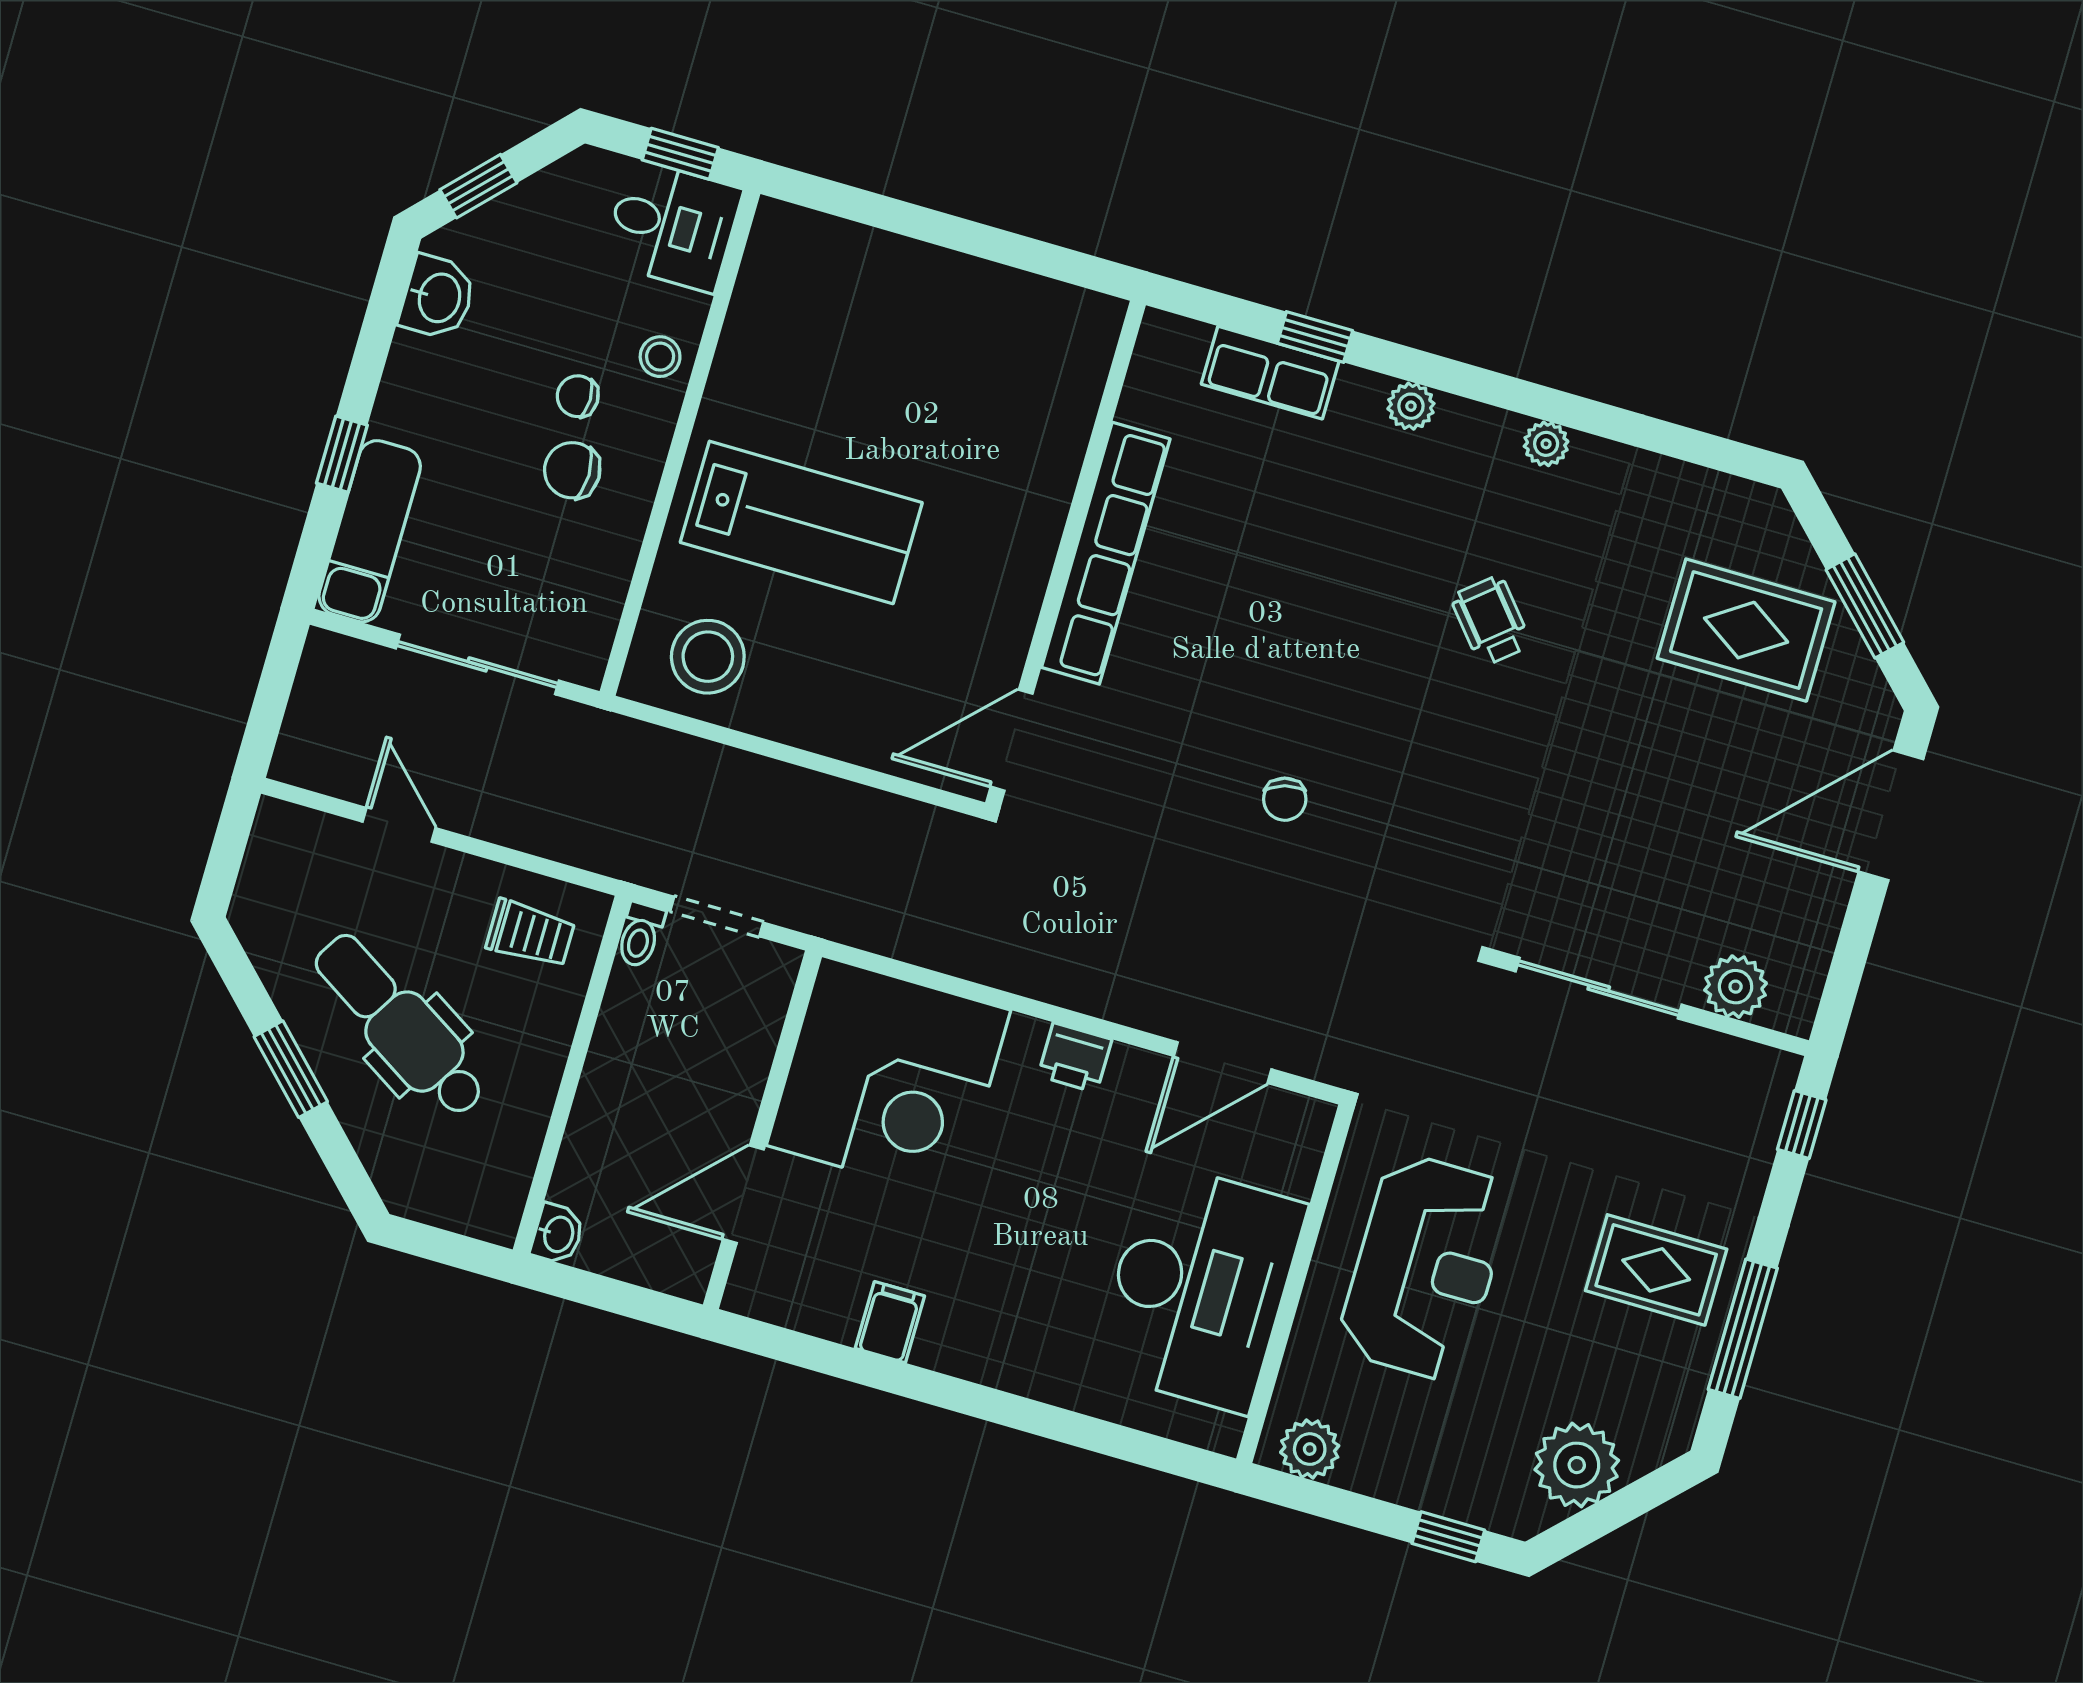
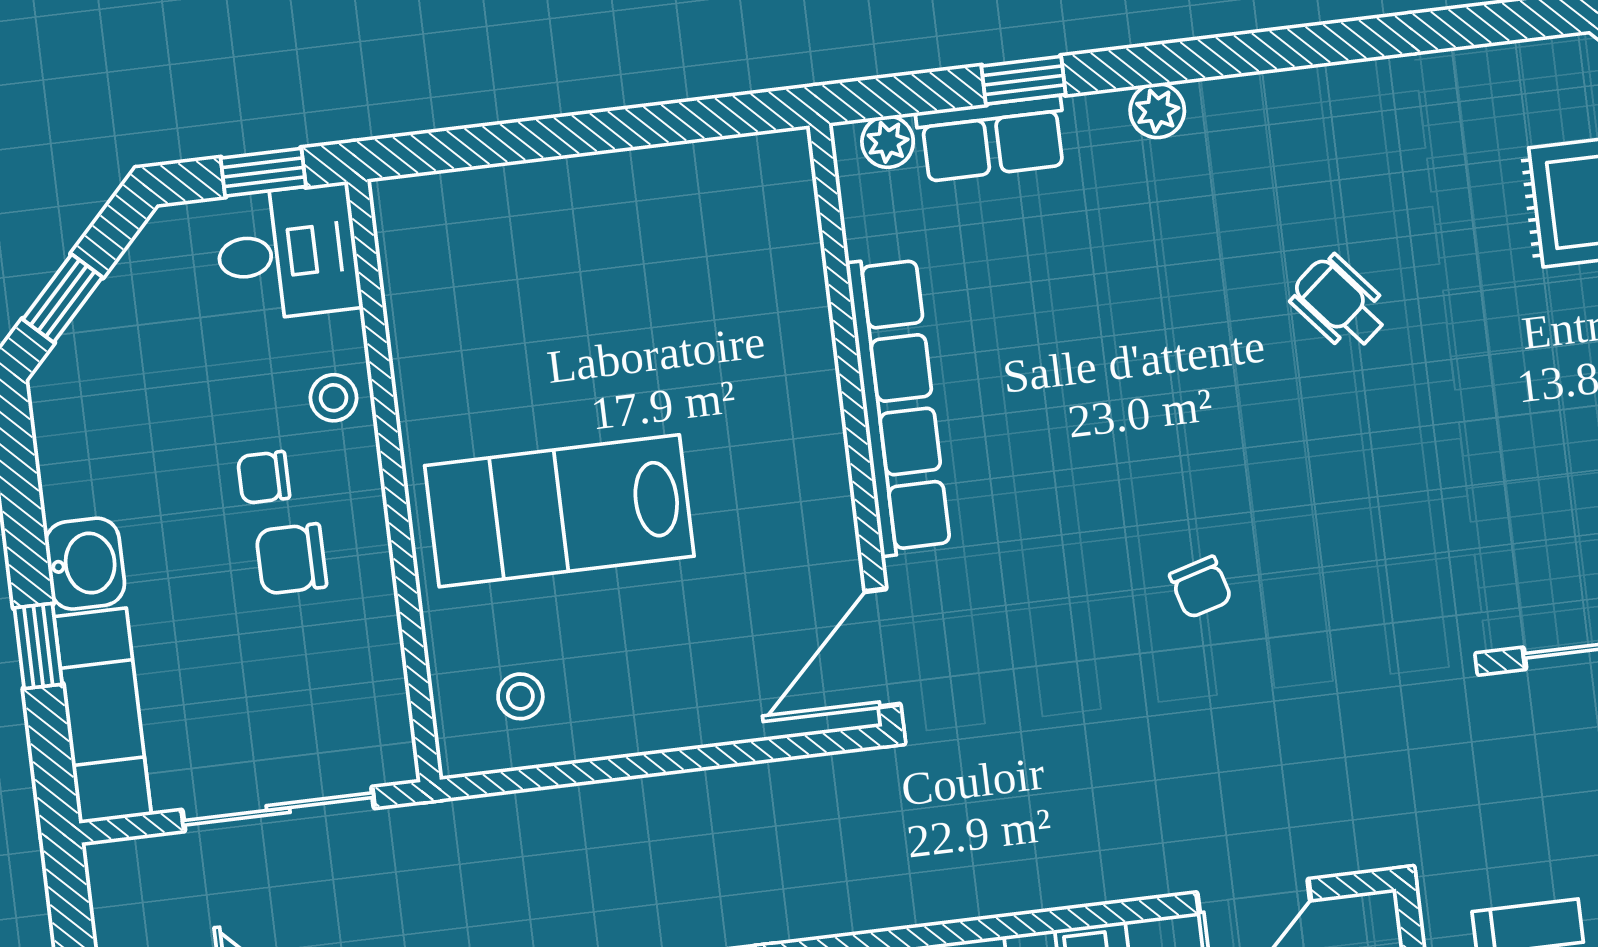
washbasin: (438, 297) -> (85, 564), moved
plant: (1546, 444) -> (888, 142), moved
lab bench: (801, 522) -> (559, 511), turned 180
stool: (708, 657) -> (520, 696), width x0.53, depth x0.53

